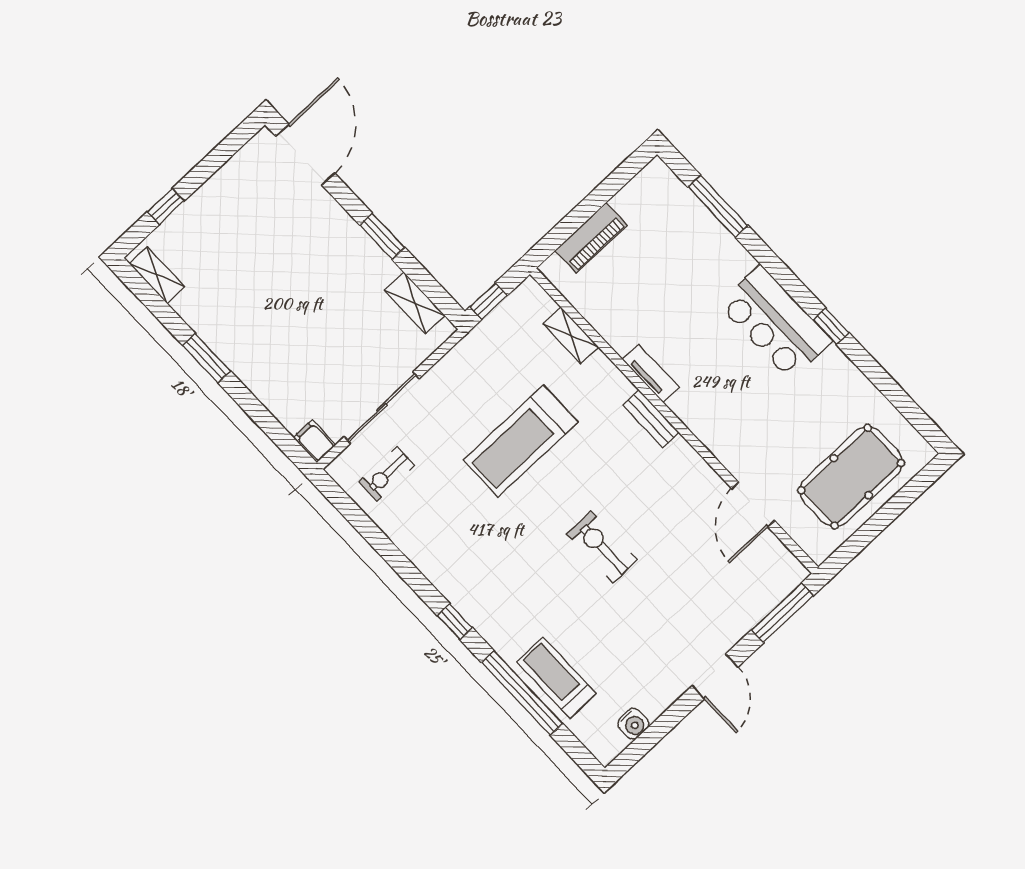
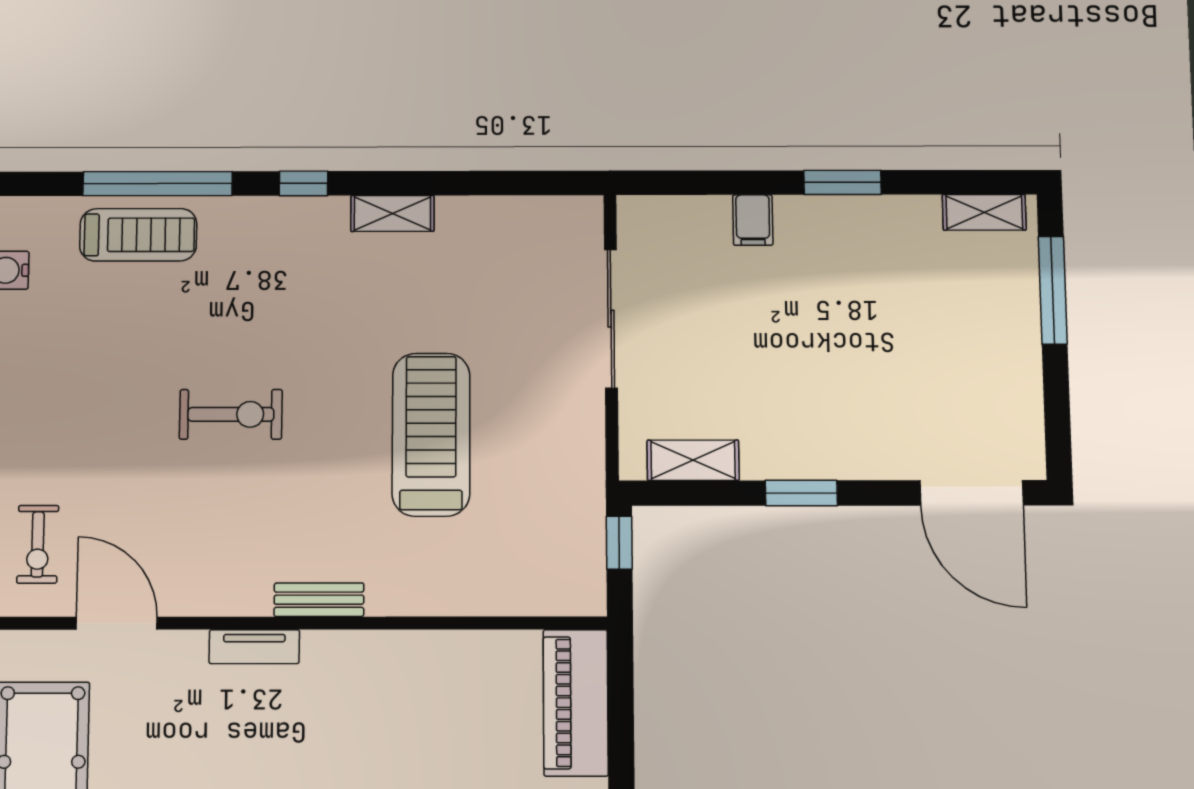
window: (166, 206) -> (1053, 290), width x2.17
piano: (591, 238) -> (576, 703), width x1.37, depth x1.33
shelving: (571, 335) -> (392, 213), moved
tv unit: (651, 373) -> (254, 647), moved
filing cabinet: (314, 441) -> (753, 220), moved, turned 90
exercise bike: (387, 474) -> (38, 544), moved, turned 180

